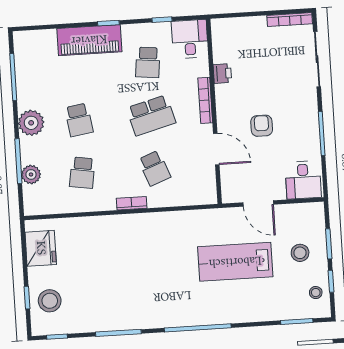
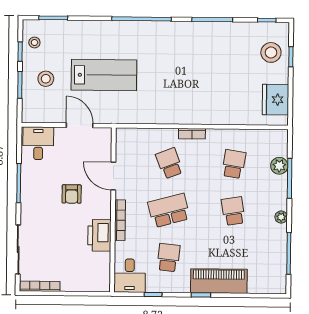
printer: (222, 73) -> (99, 235), width x1.87, depth x1.48
plant: (31, 123) -> (281, 217), width x0.53, depth x0.53

